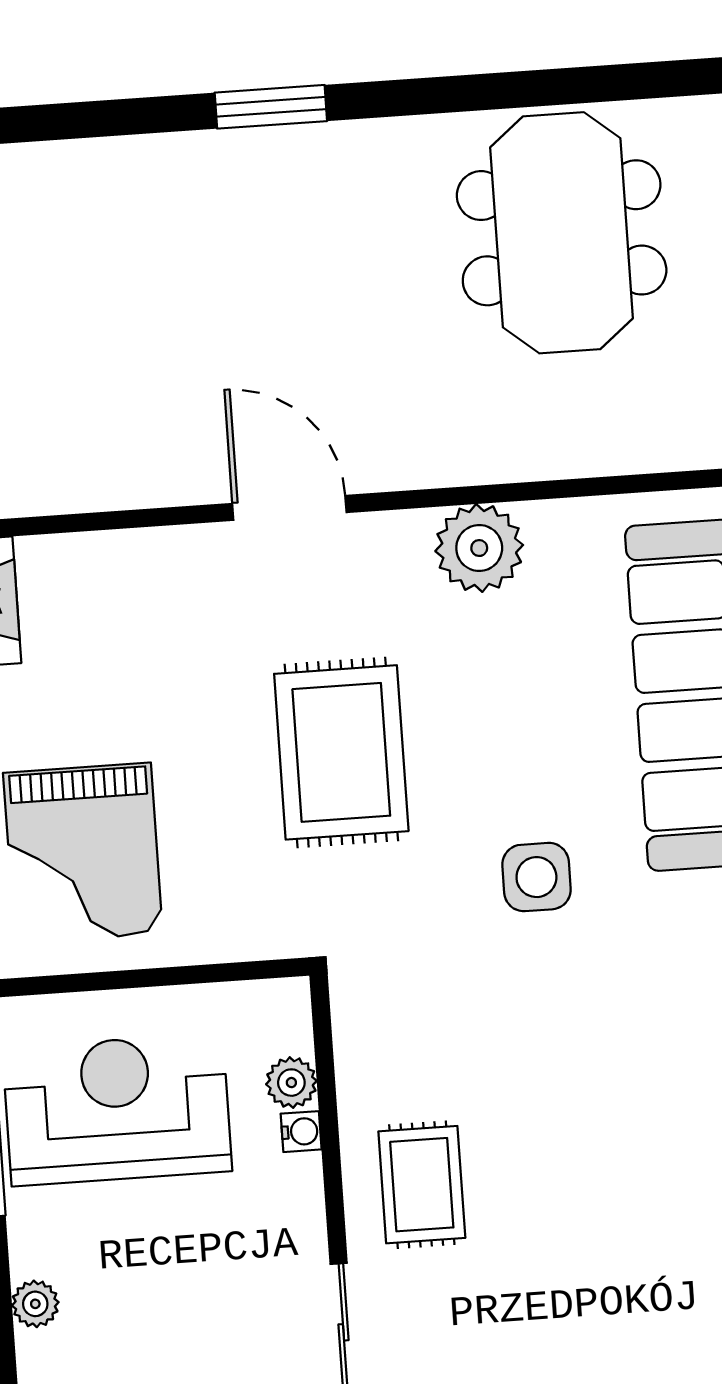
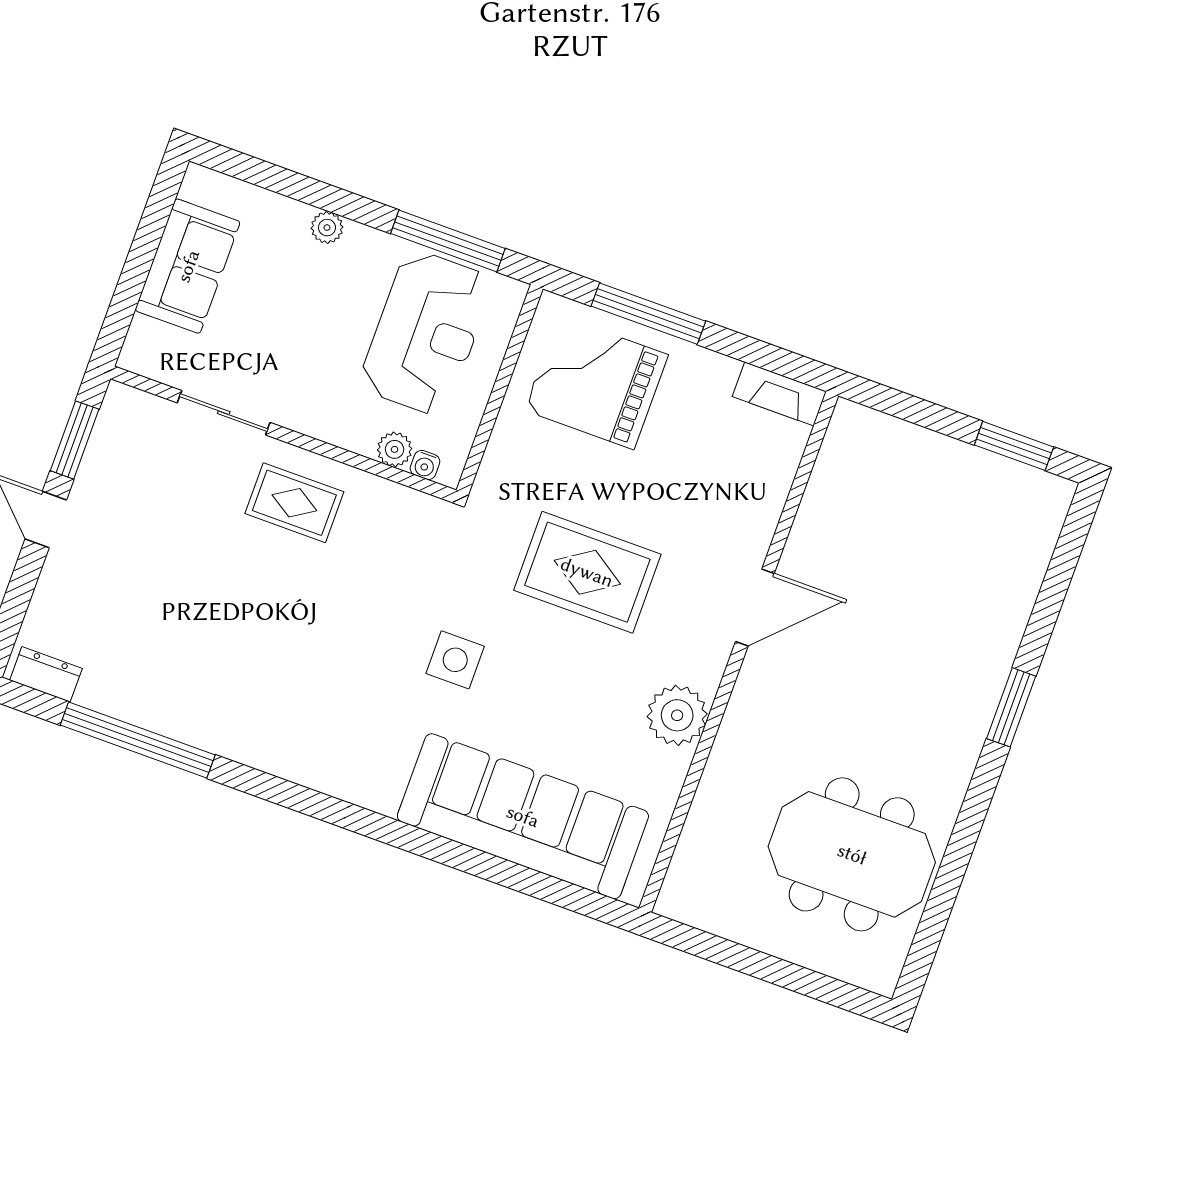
water cooler: (301, 1132) -> (425, 465), moved

